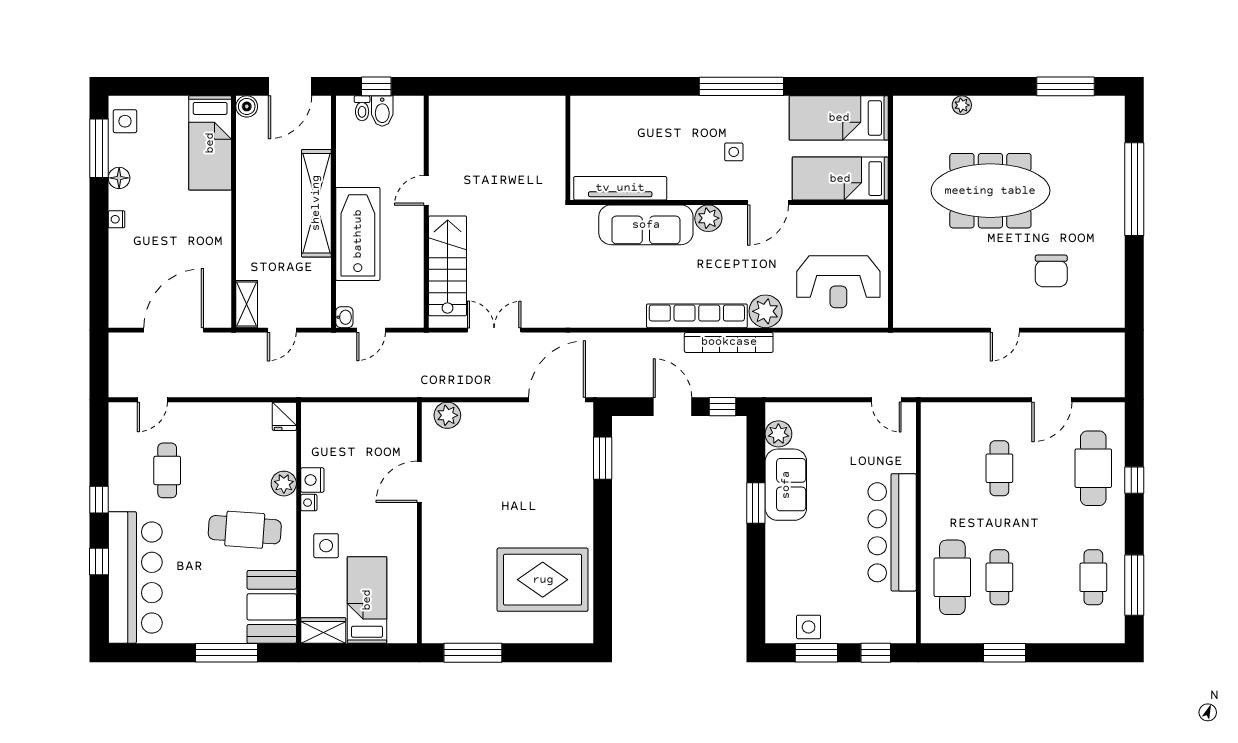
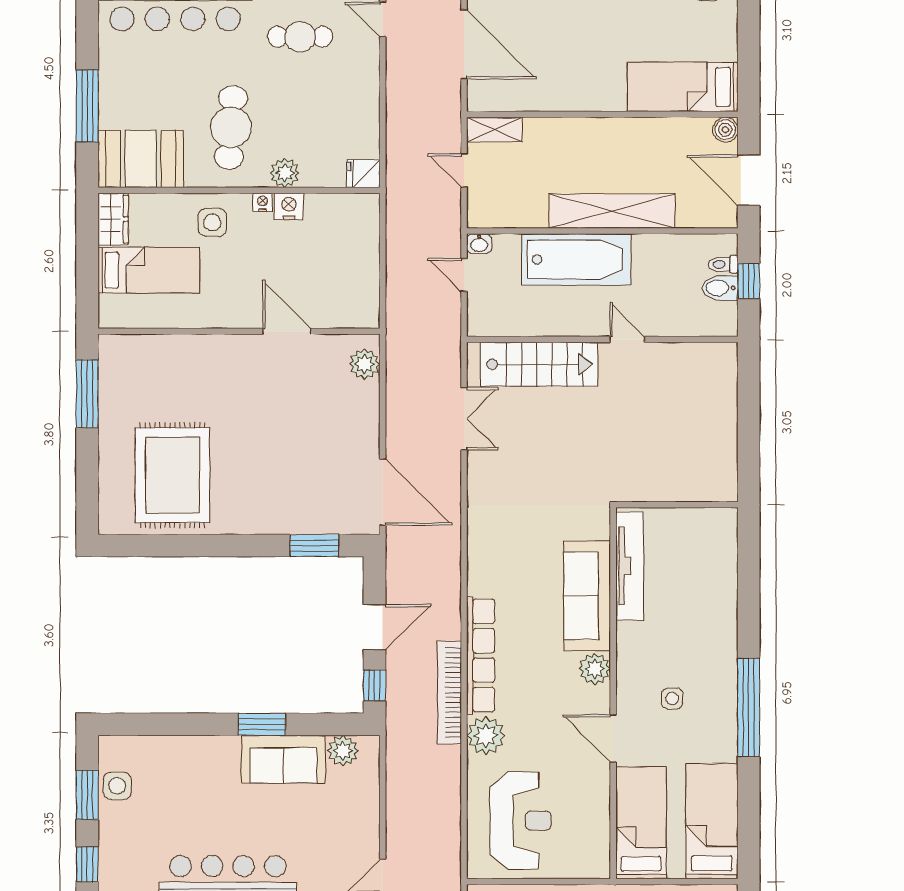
reception desk: (838, 282) -> (520, 821), turned 180

